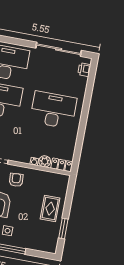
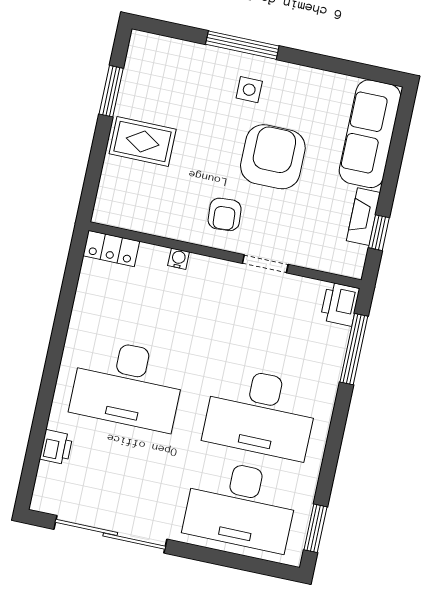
printer: (84, 70) -> (56, 447), moved
plant: (45, 161) -> (153, 258), removed
rug: (50, 209) -> (143, 142), turned 90

